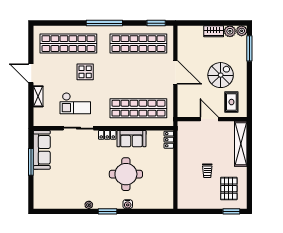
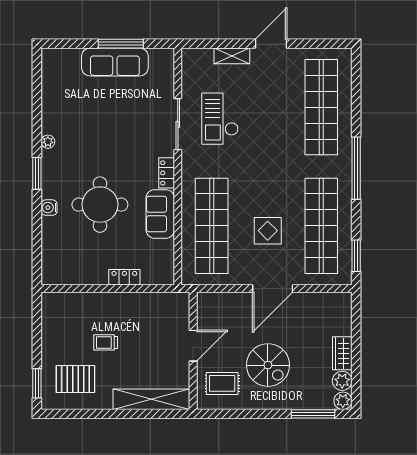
display table: (85, 72) -> (268, 231), moved
locker: (169, 140) -> (124, 277), moved
sofa: (42, 150) -> (115, 62), moved

